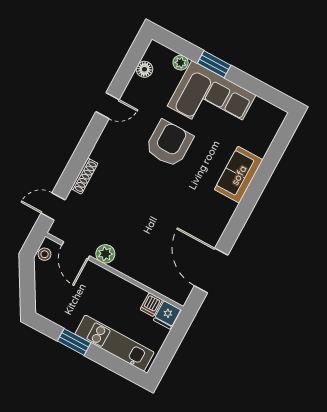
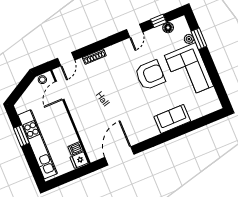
window: (214, 64) -> (199, 39), moved
window: (127, 71) -> (158, 21), added
door: (108, 106) -> (135, 31), hinge flipped
door: (53, 206) -> (66, 59), swing flipped
plant: (105, 254) -> (73, 104), removed
kitchen unit: (114, 343) -> (38, 144), width x1.36

